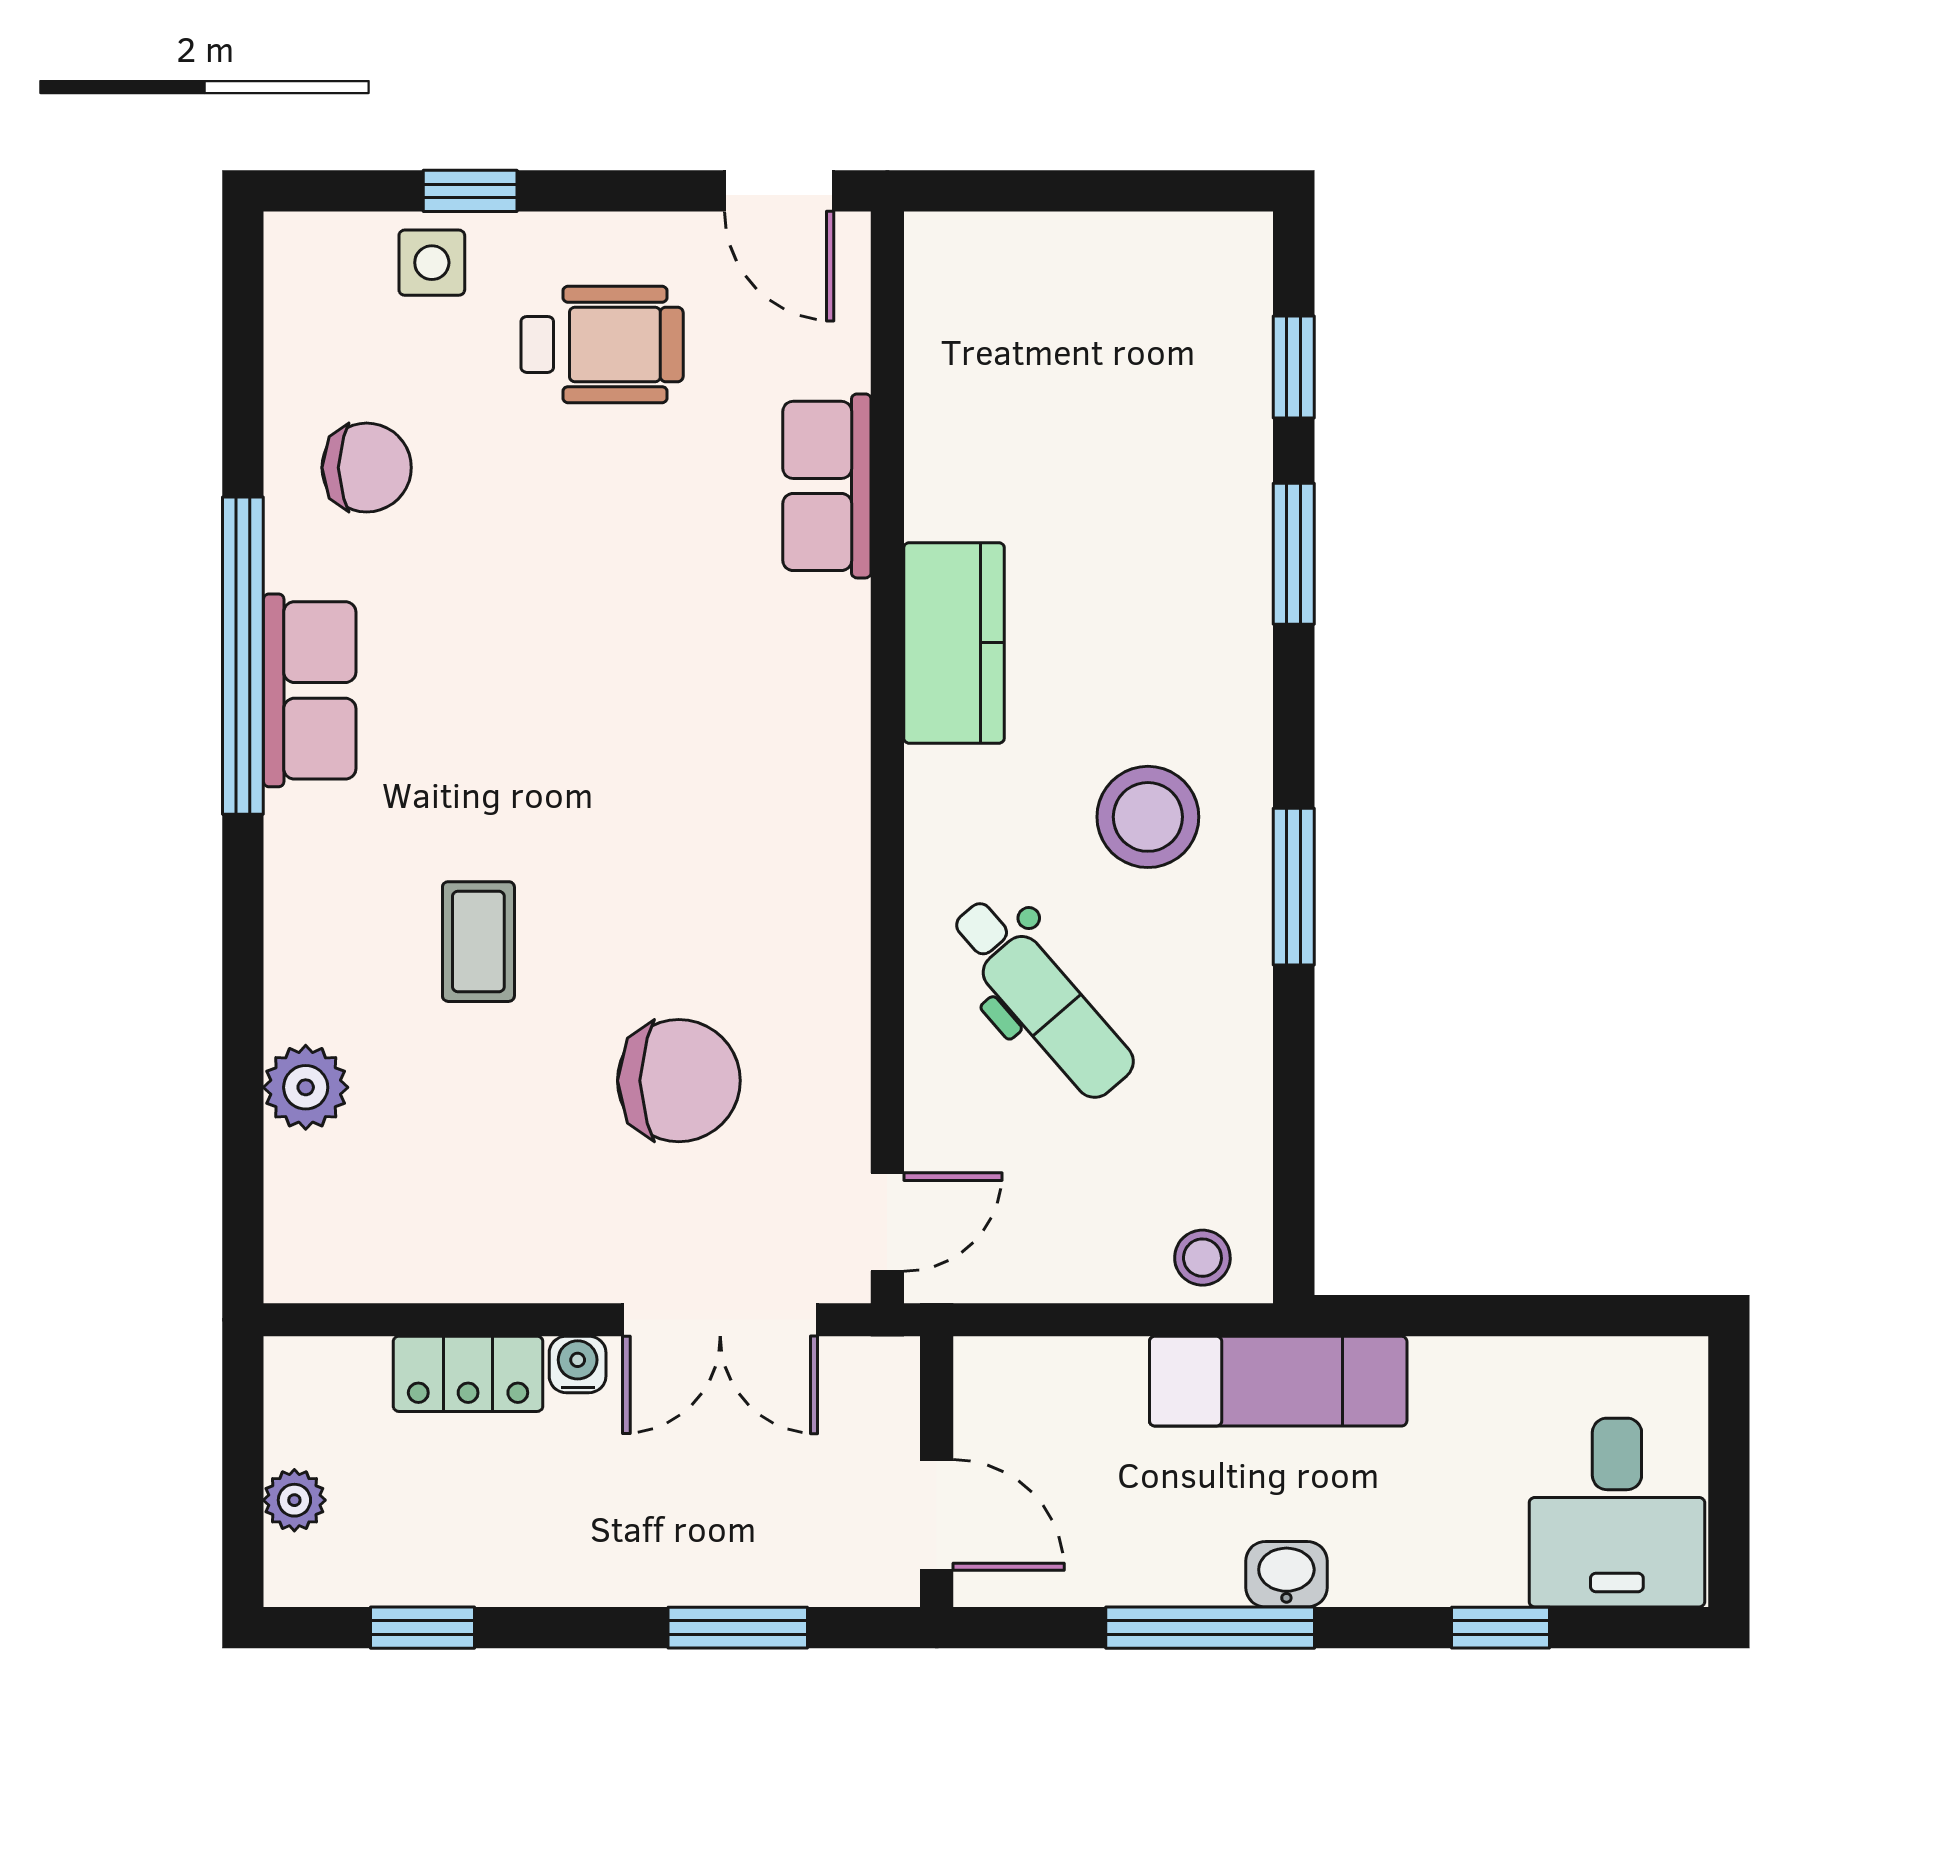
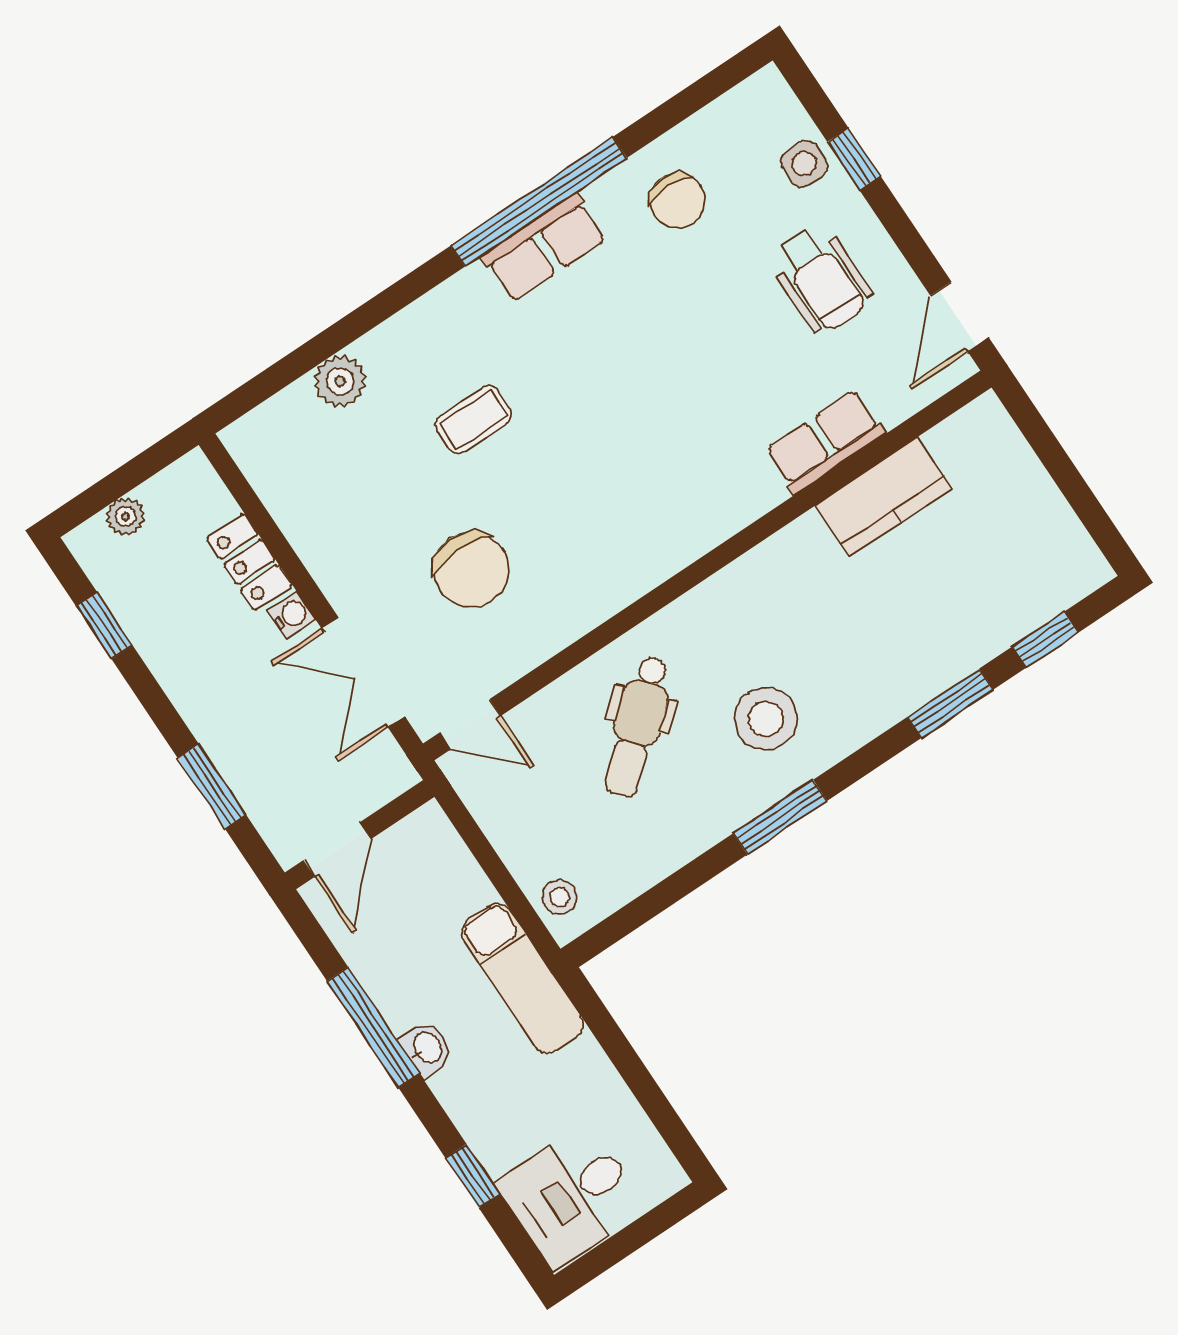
kitchen counter: (954, 643) -> (884, 497), moved

